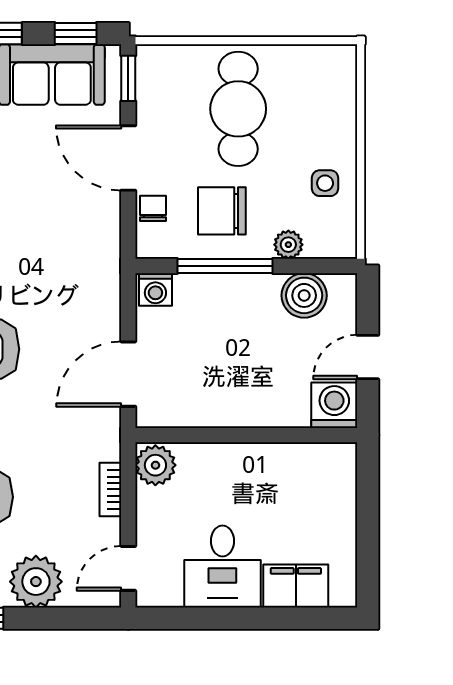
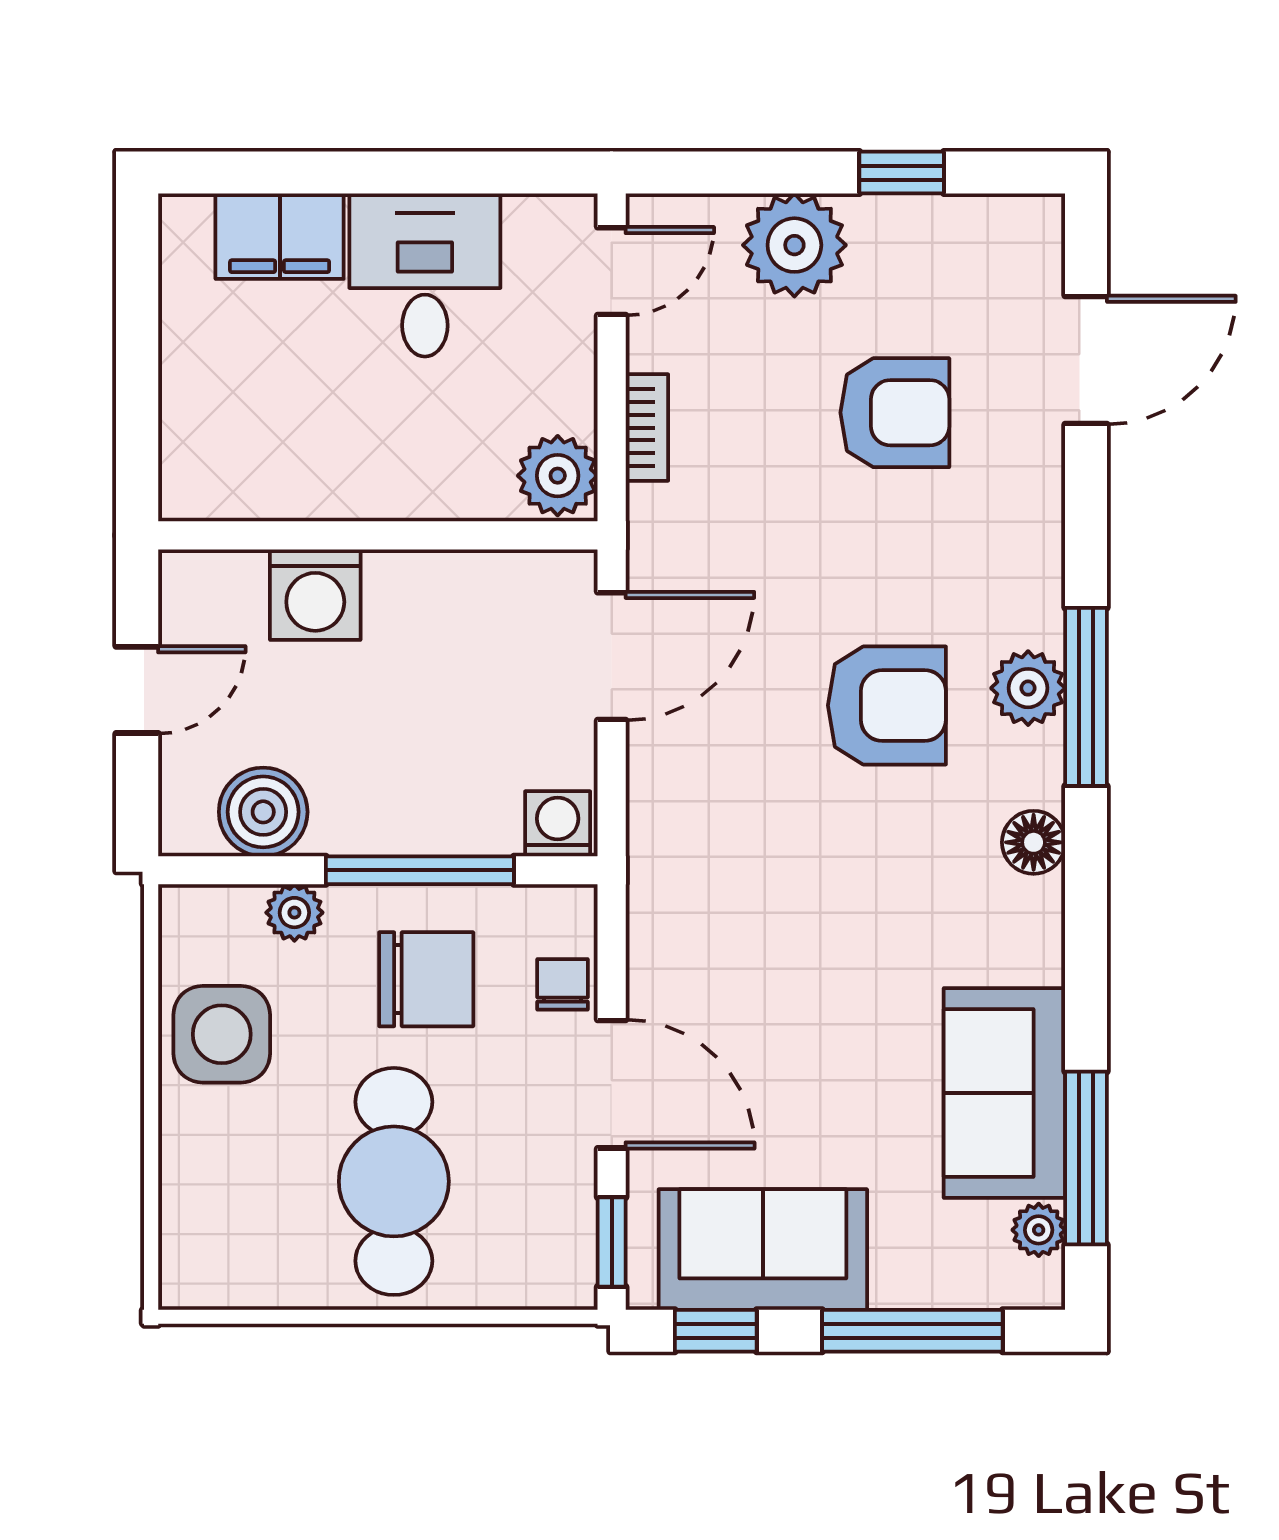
side table: (325, 183) -> (222, 1034), width x1.87, depth x1.87
chair: (153, 208) -> (563, 984), turned 180
washing machine: (334, 405) -> (315, 595), moved

